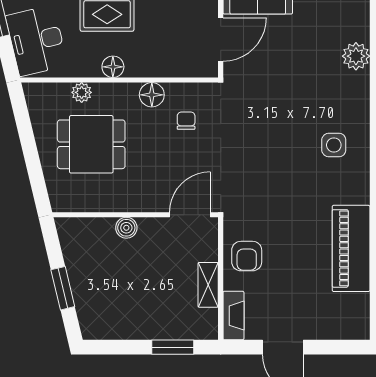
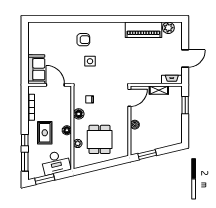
plant: (356, 56) -> (168, 28), moved
side table: (334, 145) -> (90, 61), moved
door: (190, 215) -> (129, 98), swing flipped
armchair: (247, 256) -> (83, 40), moved
window: (63, 288) -> (147, 155), moved

